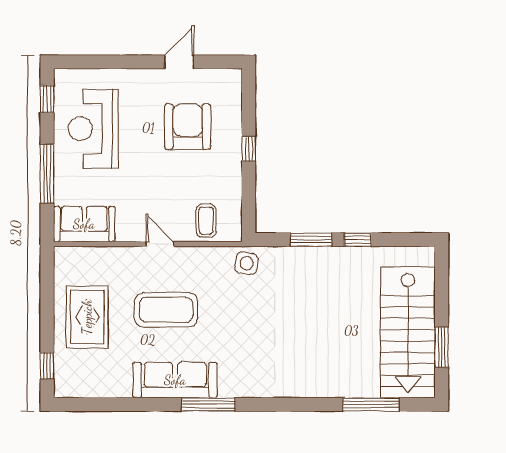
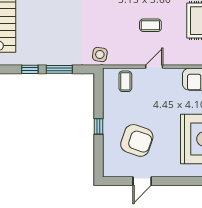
armchair: (188, 127) -> (137, 140), turned -71
door: (160, 244) -> (154, 67), swing flipped
coffee table: (166, 310) -> (150, 25), width x0.54, depth x0.58

